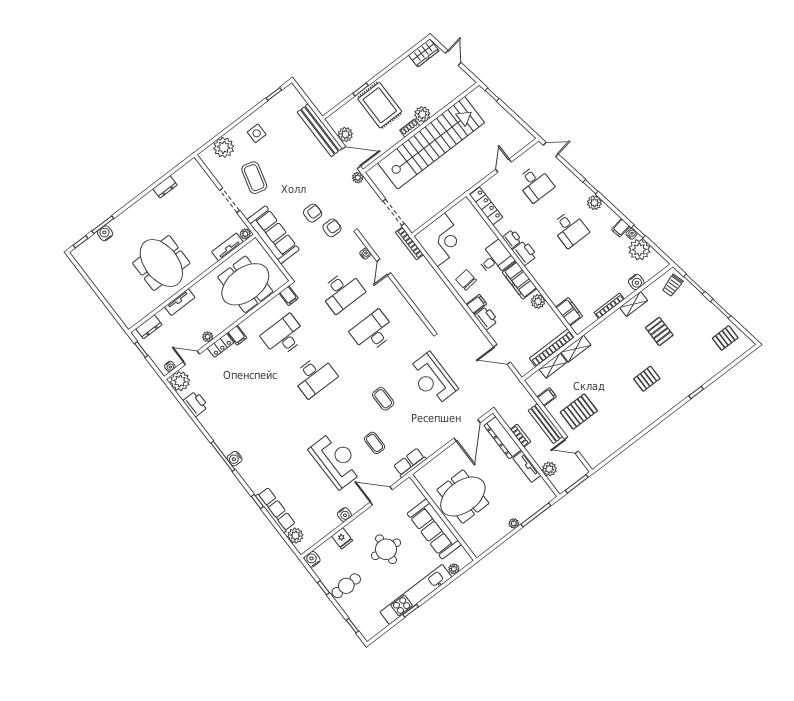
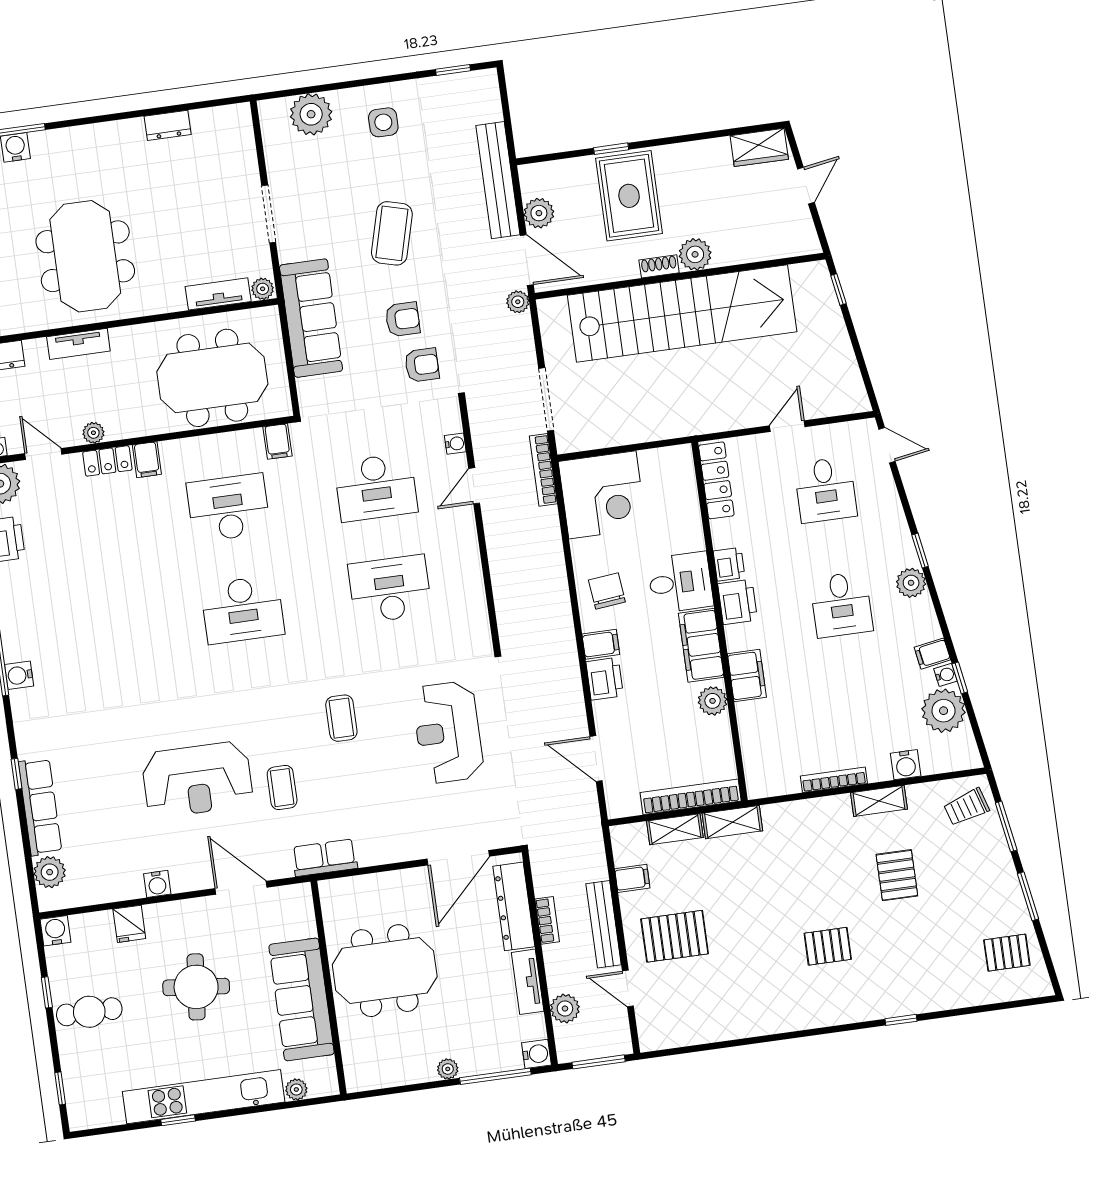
coffee table: (254, 178) -> (392, 233), moved
filing cabinet: (569, 312) -> (747, 676), moved
reception desk: (336, 460) -> (197, 780), turned 90
water cooler: (548, 495) -> (536, 1054), added

